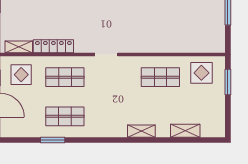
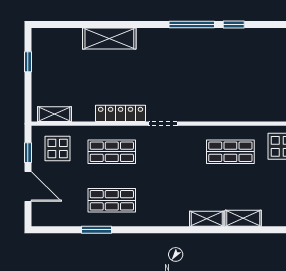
locker: (53, 46) -> (121, 113), moved
shelving: (185, 131) -> (243, 218), moved

